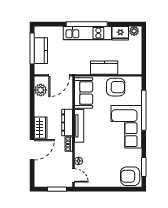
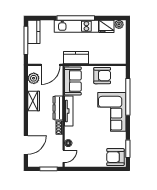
kitchen counter: (41, 51) -> (34, 32), moved
kitchen counter: (104, 68) -> (76, 58), moved
wardrobe: (41, 128) -> (34, 101), moved
door: (32, 150) -> (26, 145), moved
door: (73, 175) -> (64, 156), hinge flipped

